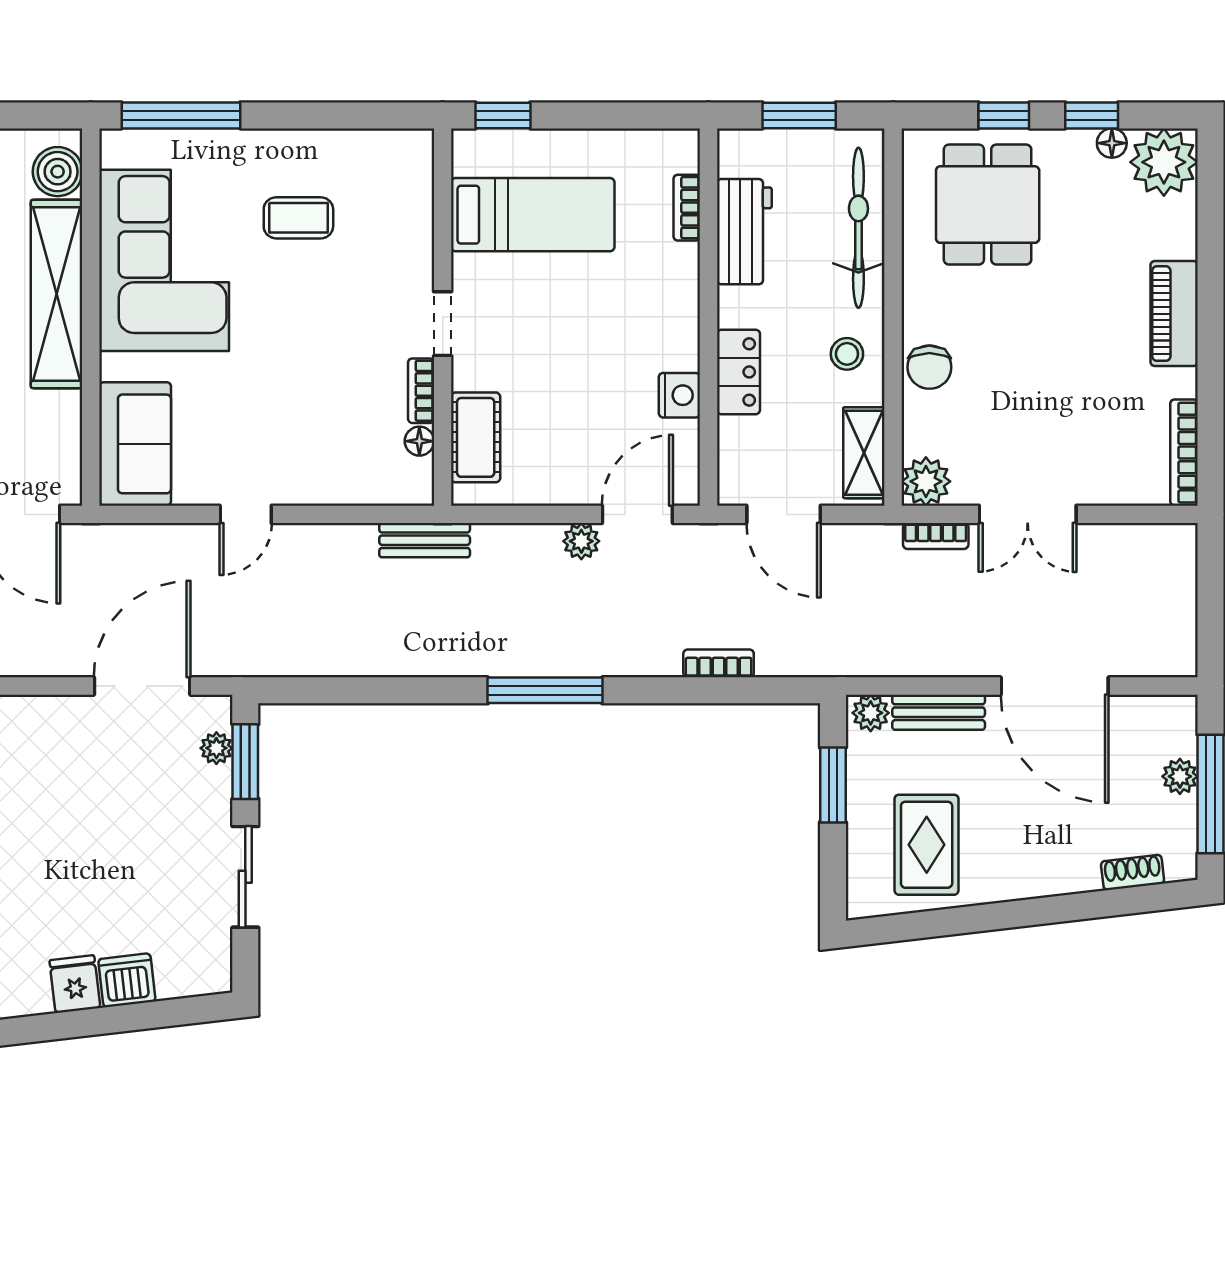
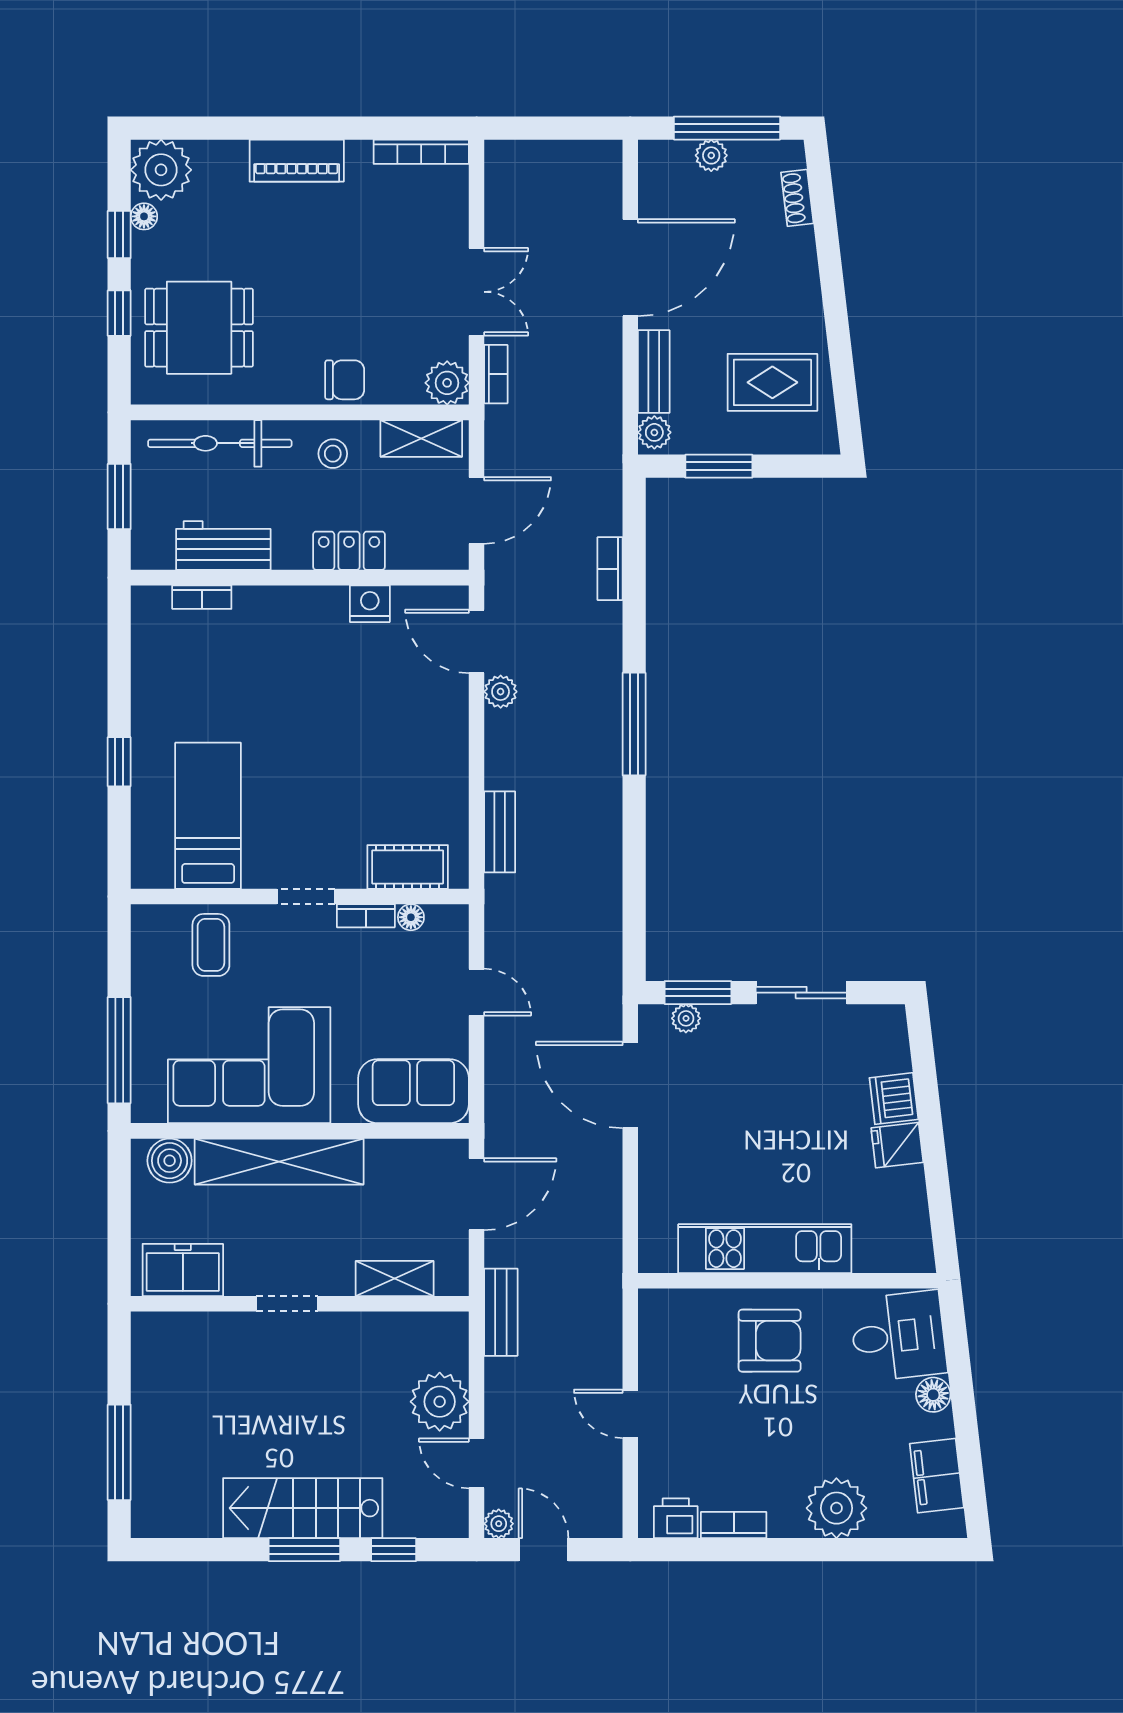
bed: (533, 215) -> (208, 816), moved
wall: (443, 317) -> (300, 896), moved
doorway: (443, 324) -> (306, 896), moved
bookcase: (421, 391) -> (366, 916), moved
cot: (476, 437) -> (408, 867), moved
floor lamp: (419, 441) -> (411, 917), moved

